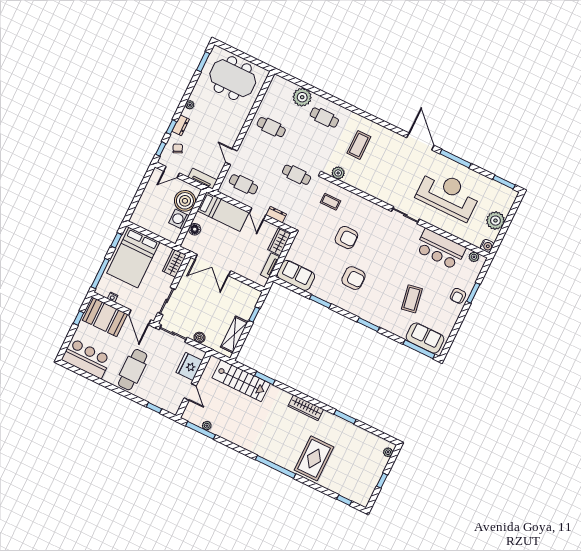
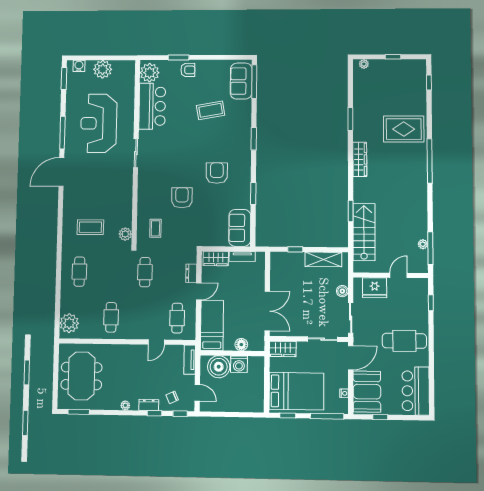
plant: (302, 97) -> (69, 323), moved
water cooler: (487, 246) -> (79, 66), moved
plant: (474, 257) -> (150, 73), width x1.88, depth x1.88

